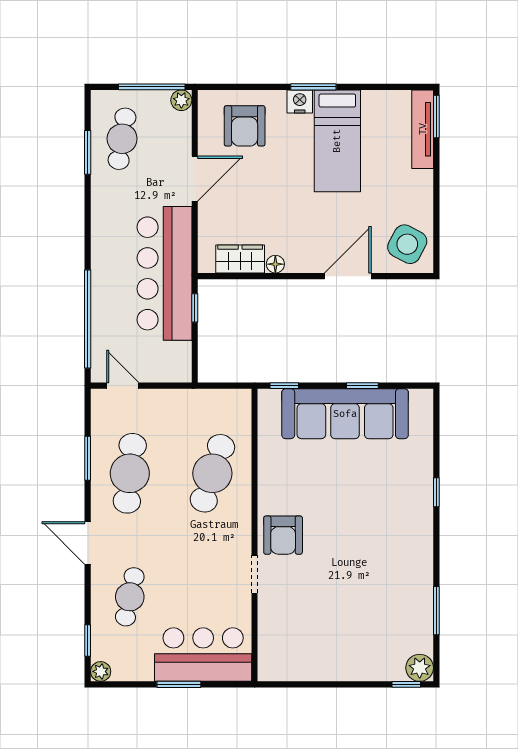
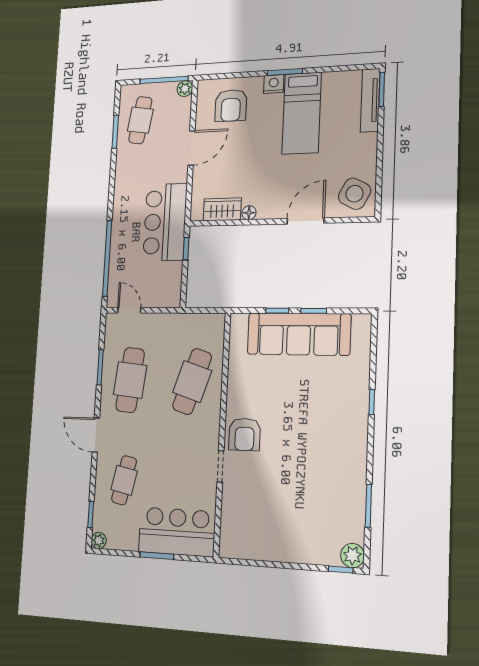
bar counter: (164, 273) -> (165, 222), width x0.73
window: (284, 386) -> (277, 311), moved

